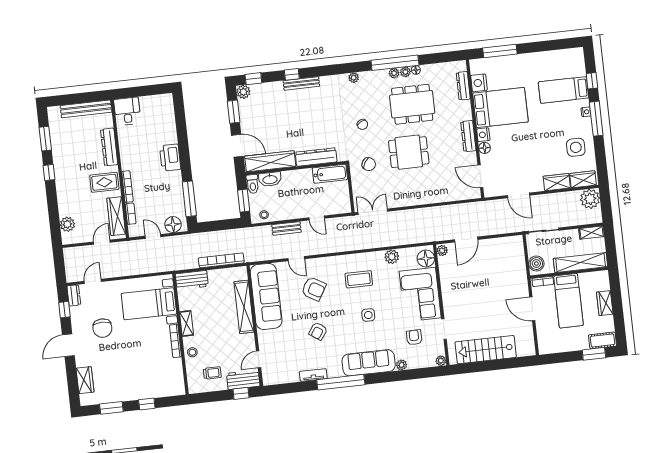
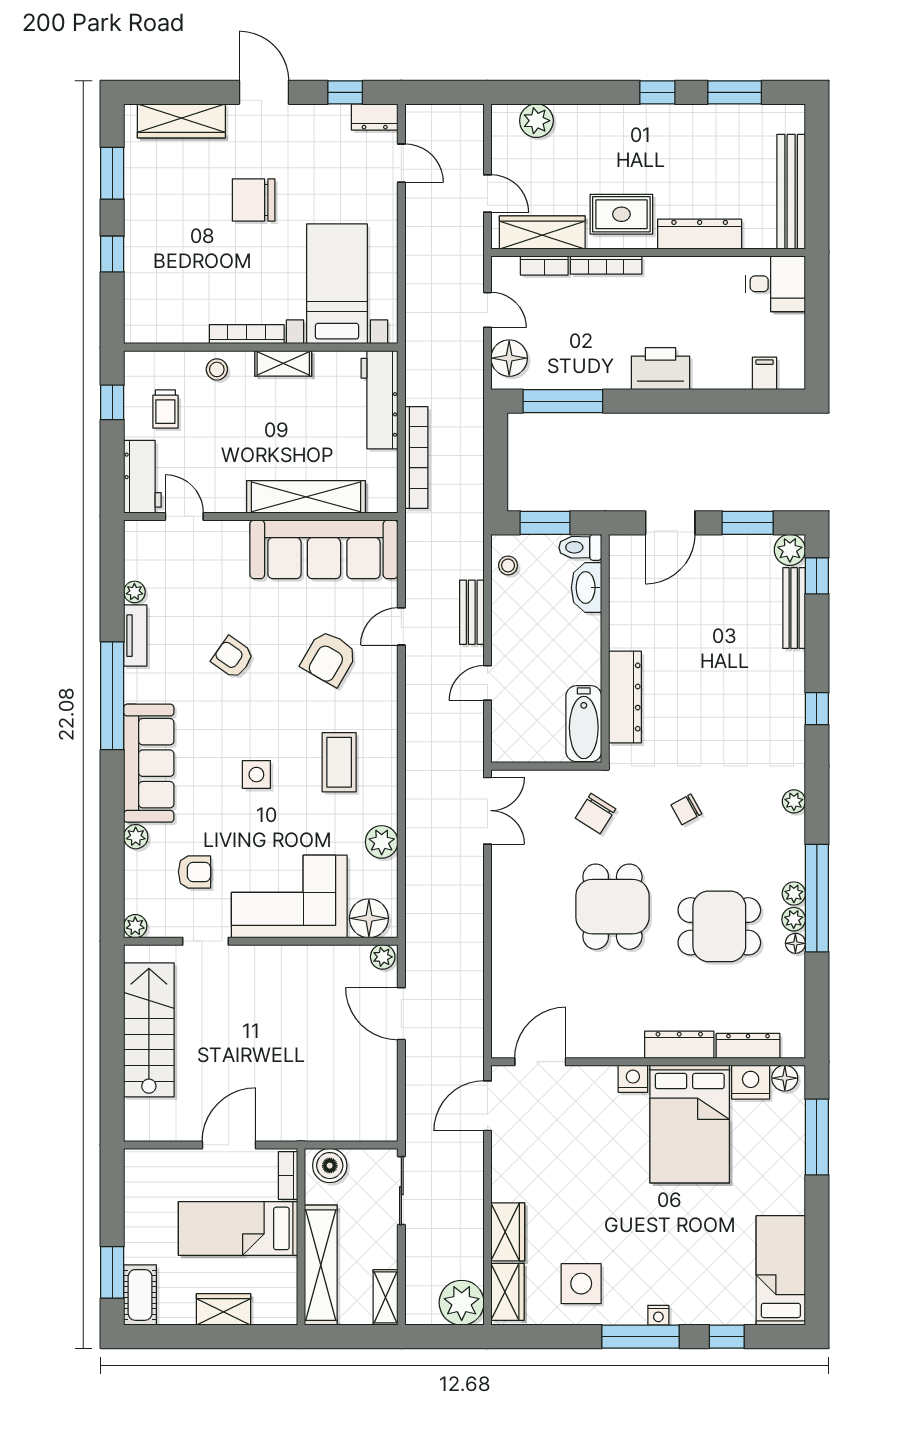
window: (292, 74) -> (817, 709), moved
bench: (301, 83) -> (794, 608), moved
bed: (564, 90) -> (781, 1270), moved
dining table: (412, 104) -> (719, 926), width x0.73
filing cabinet: (167, 112) -> (765, 373), added
dresser: (468, 136) -> (679, 1045), moved
floor lamp: (485, 148) -> (785, 1078), moved
wardrobe: (270, 161) -> (627, 593), removed
rug: (104, 182) -> (621, 214), turned 90
door: (519, 195) -> (488, 1106), moved
door: (153, 236) -> (488, 310), hinge flipped
workbench: (192, 280) -> (380, 400), width x1.37
chair: (102, 328) -> (254, 200), moved
plant: (294, 378) -> (134, 592), added
wardrobe: (85, 380) -> (181, 121), width x1.50
window: (241, 393) -> (112, 402), moved

